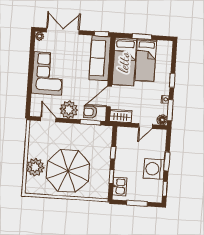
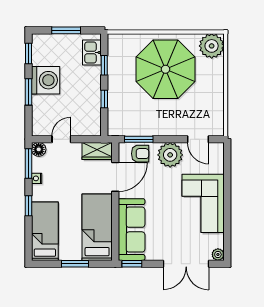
bed: (146, 60) -> (45, 231), moved
plant: (35, 167) -> (212, 46), moved

